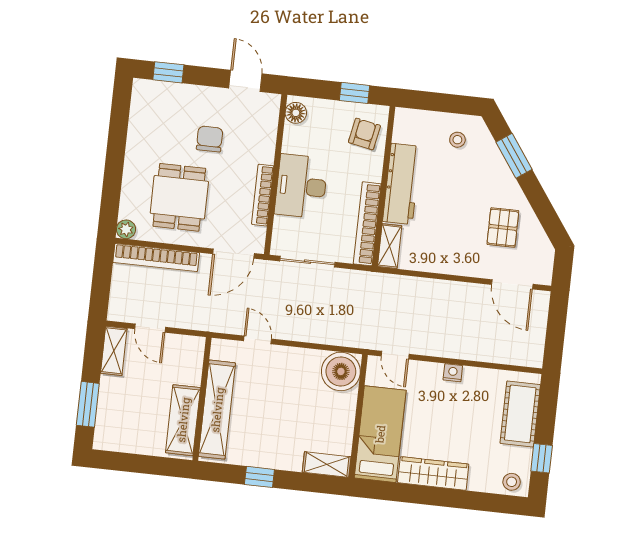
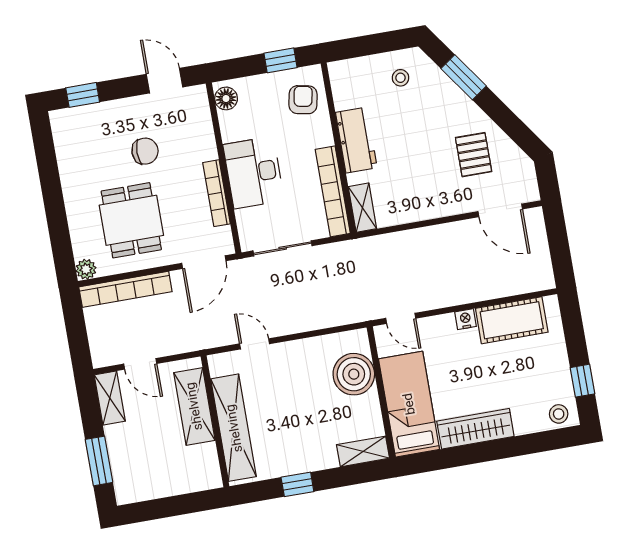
chair: (210, 139) -> (145, 151), turned 90
workbench: (402, 184) -> (356, 140), width x0.73
boiler: (341, 371) -> (354, 374), moved
cot: (520, 414) -> (512, 320), moved, turned 90
shelving: (183, 420) -> (194, 406), moved

